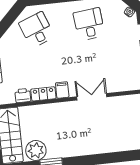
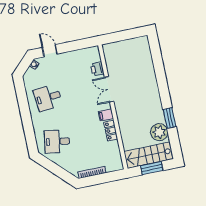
desk: (37, 30) -> (57, 141), turned 30
printer: (23, 96) -> (97, 69), moved

